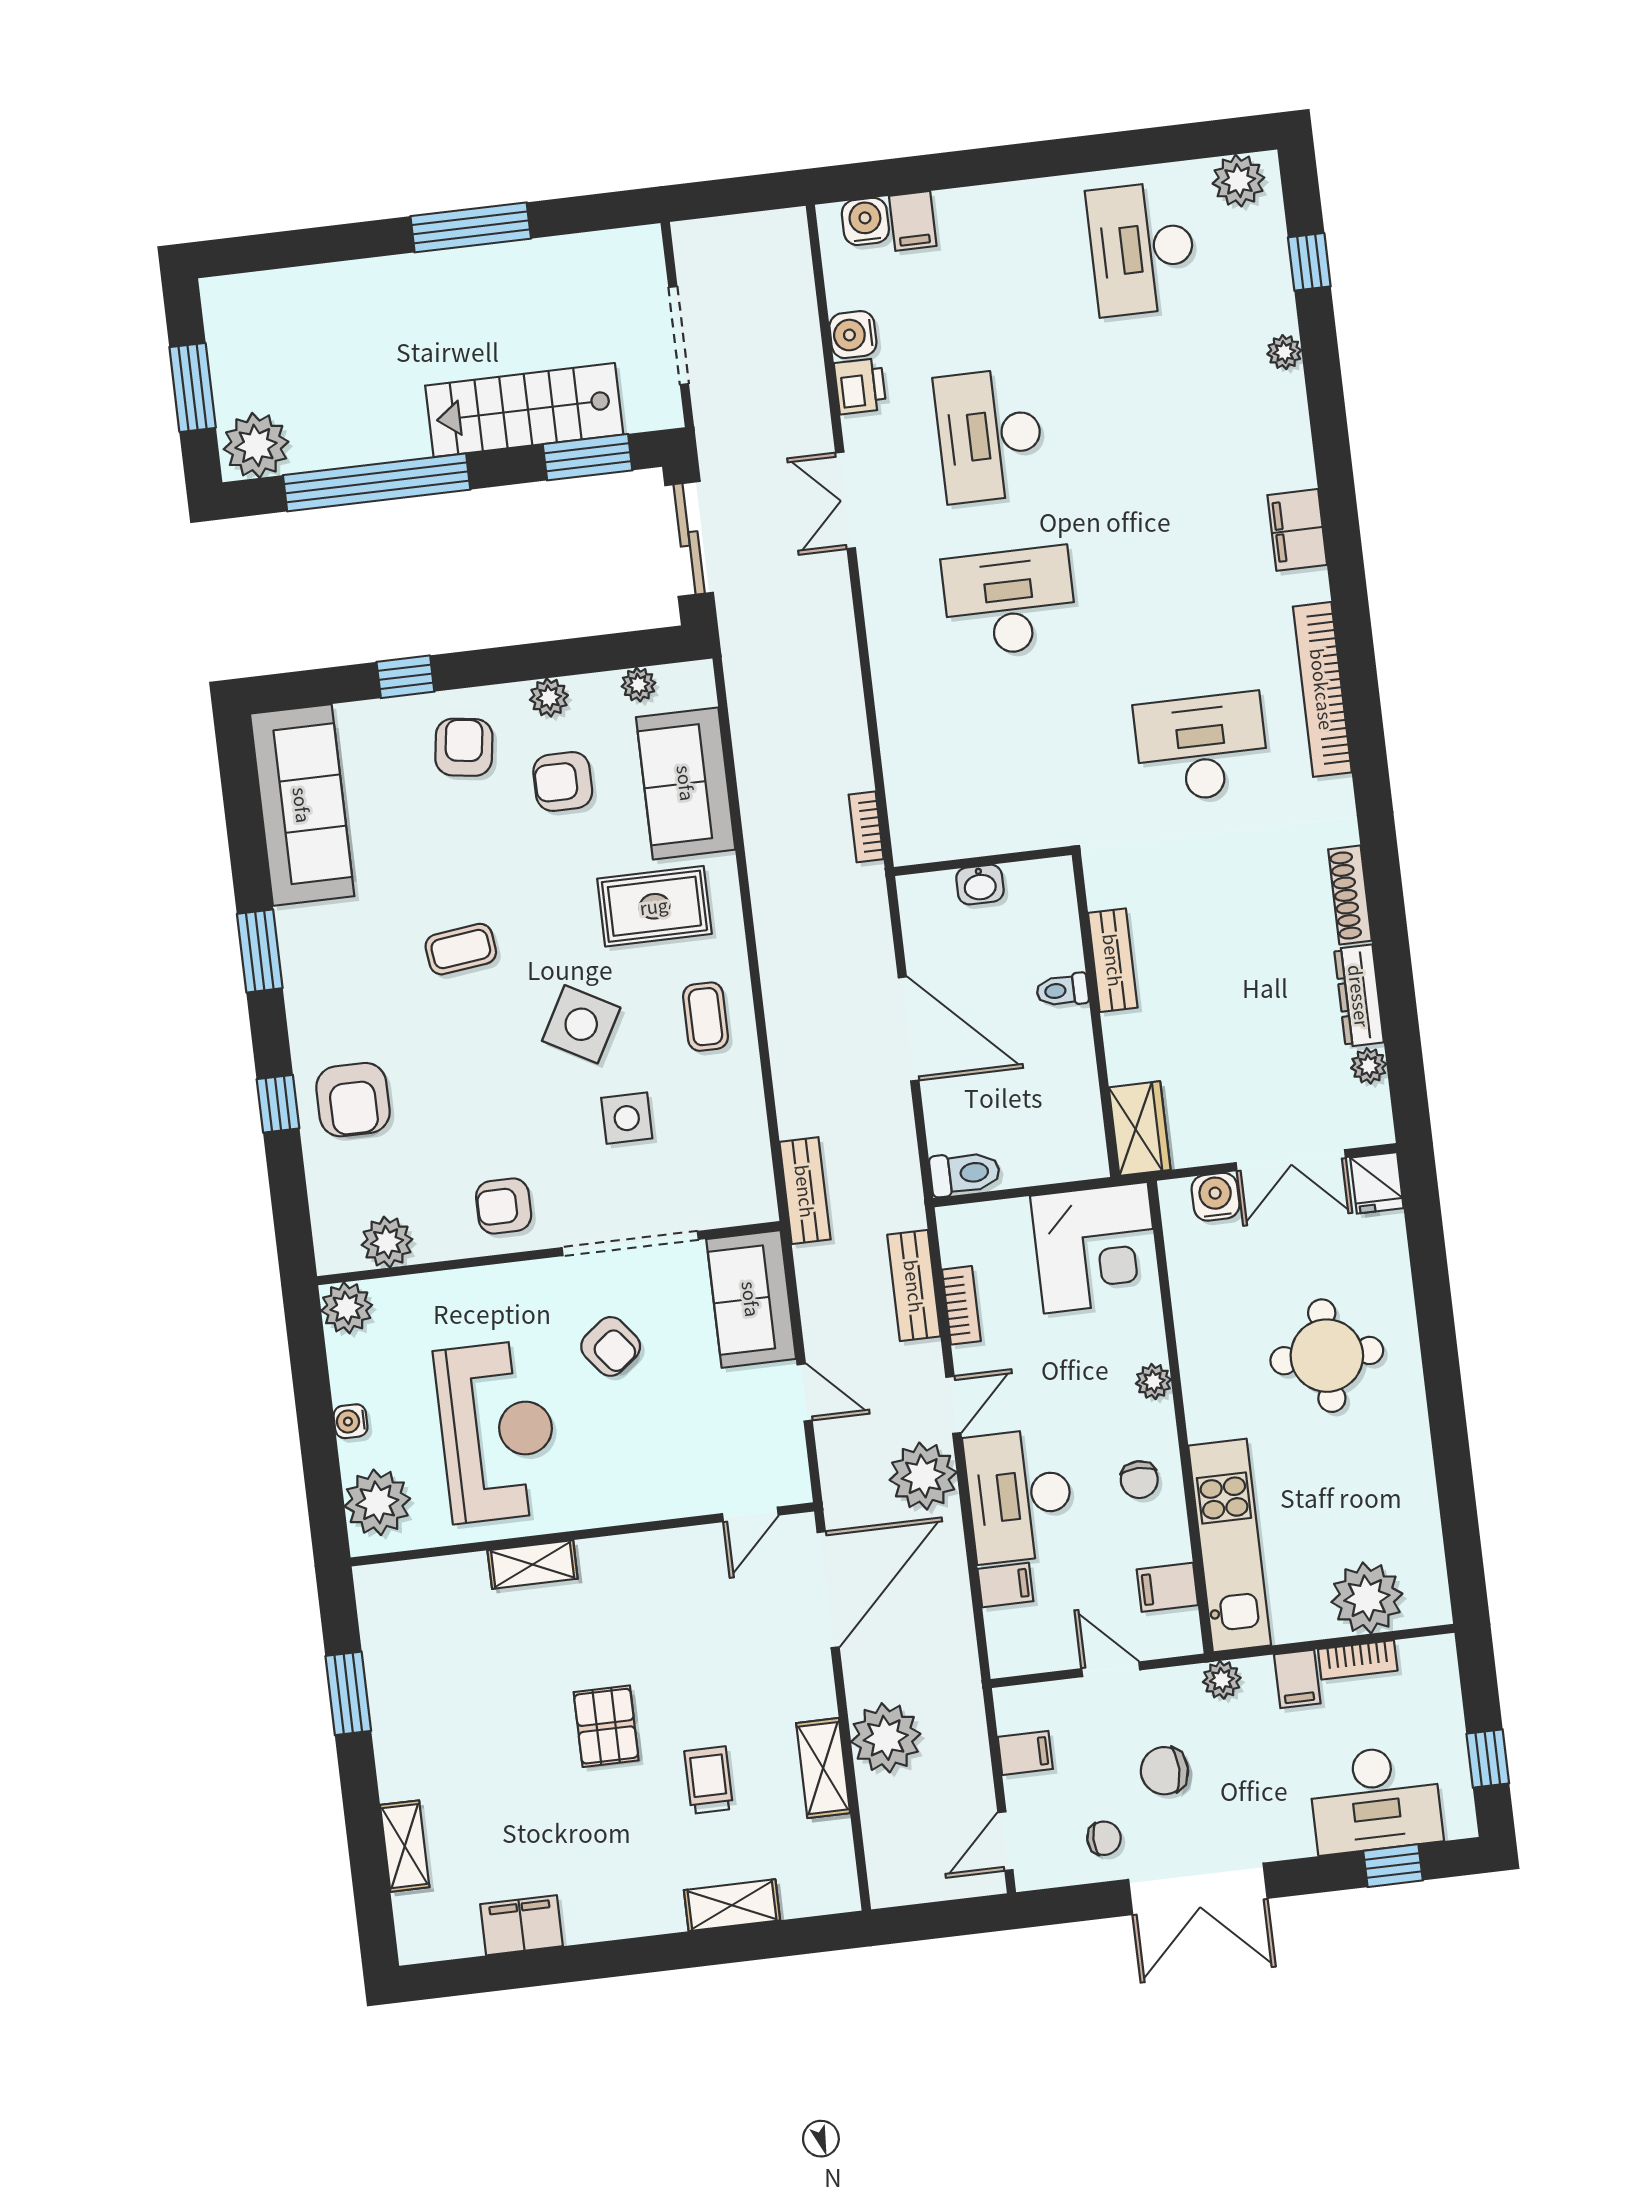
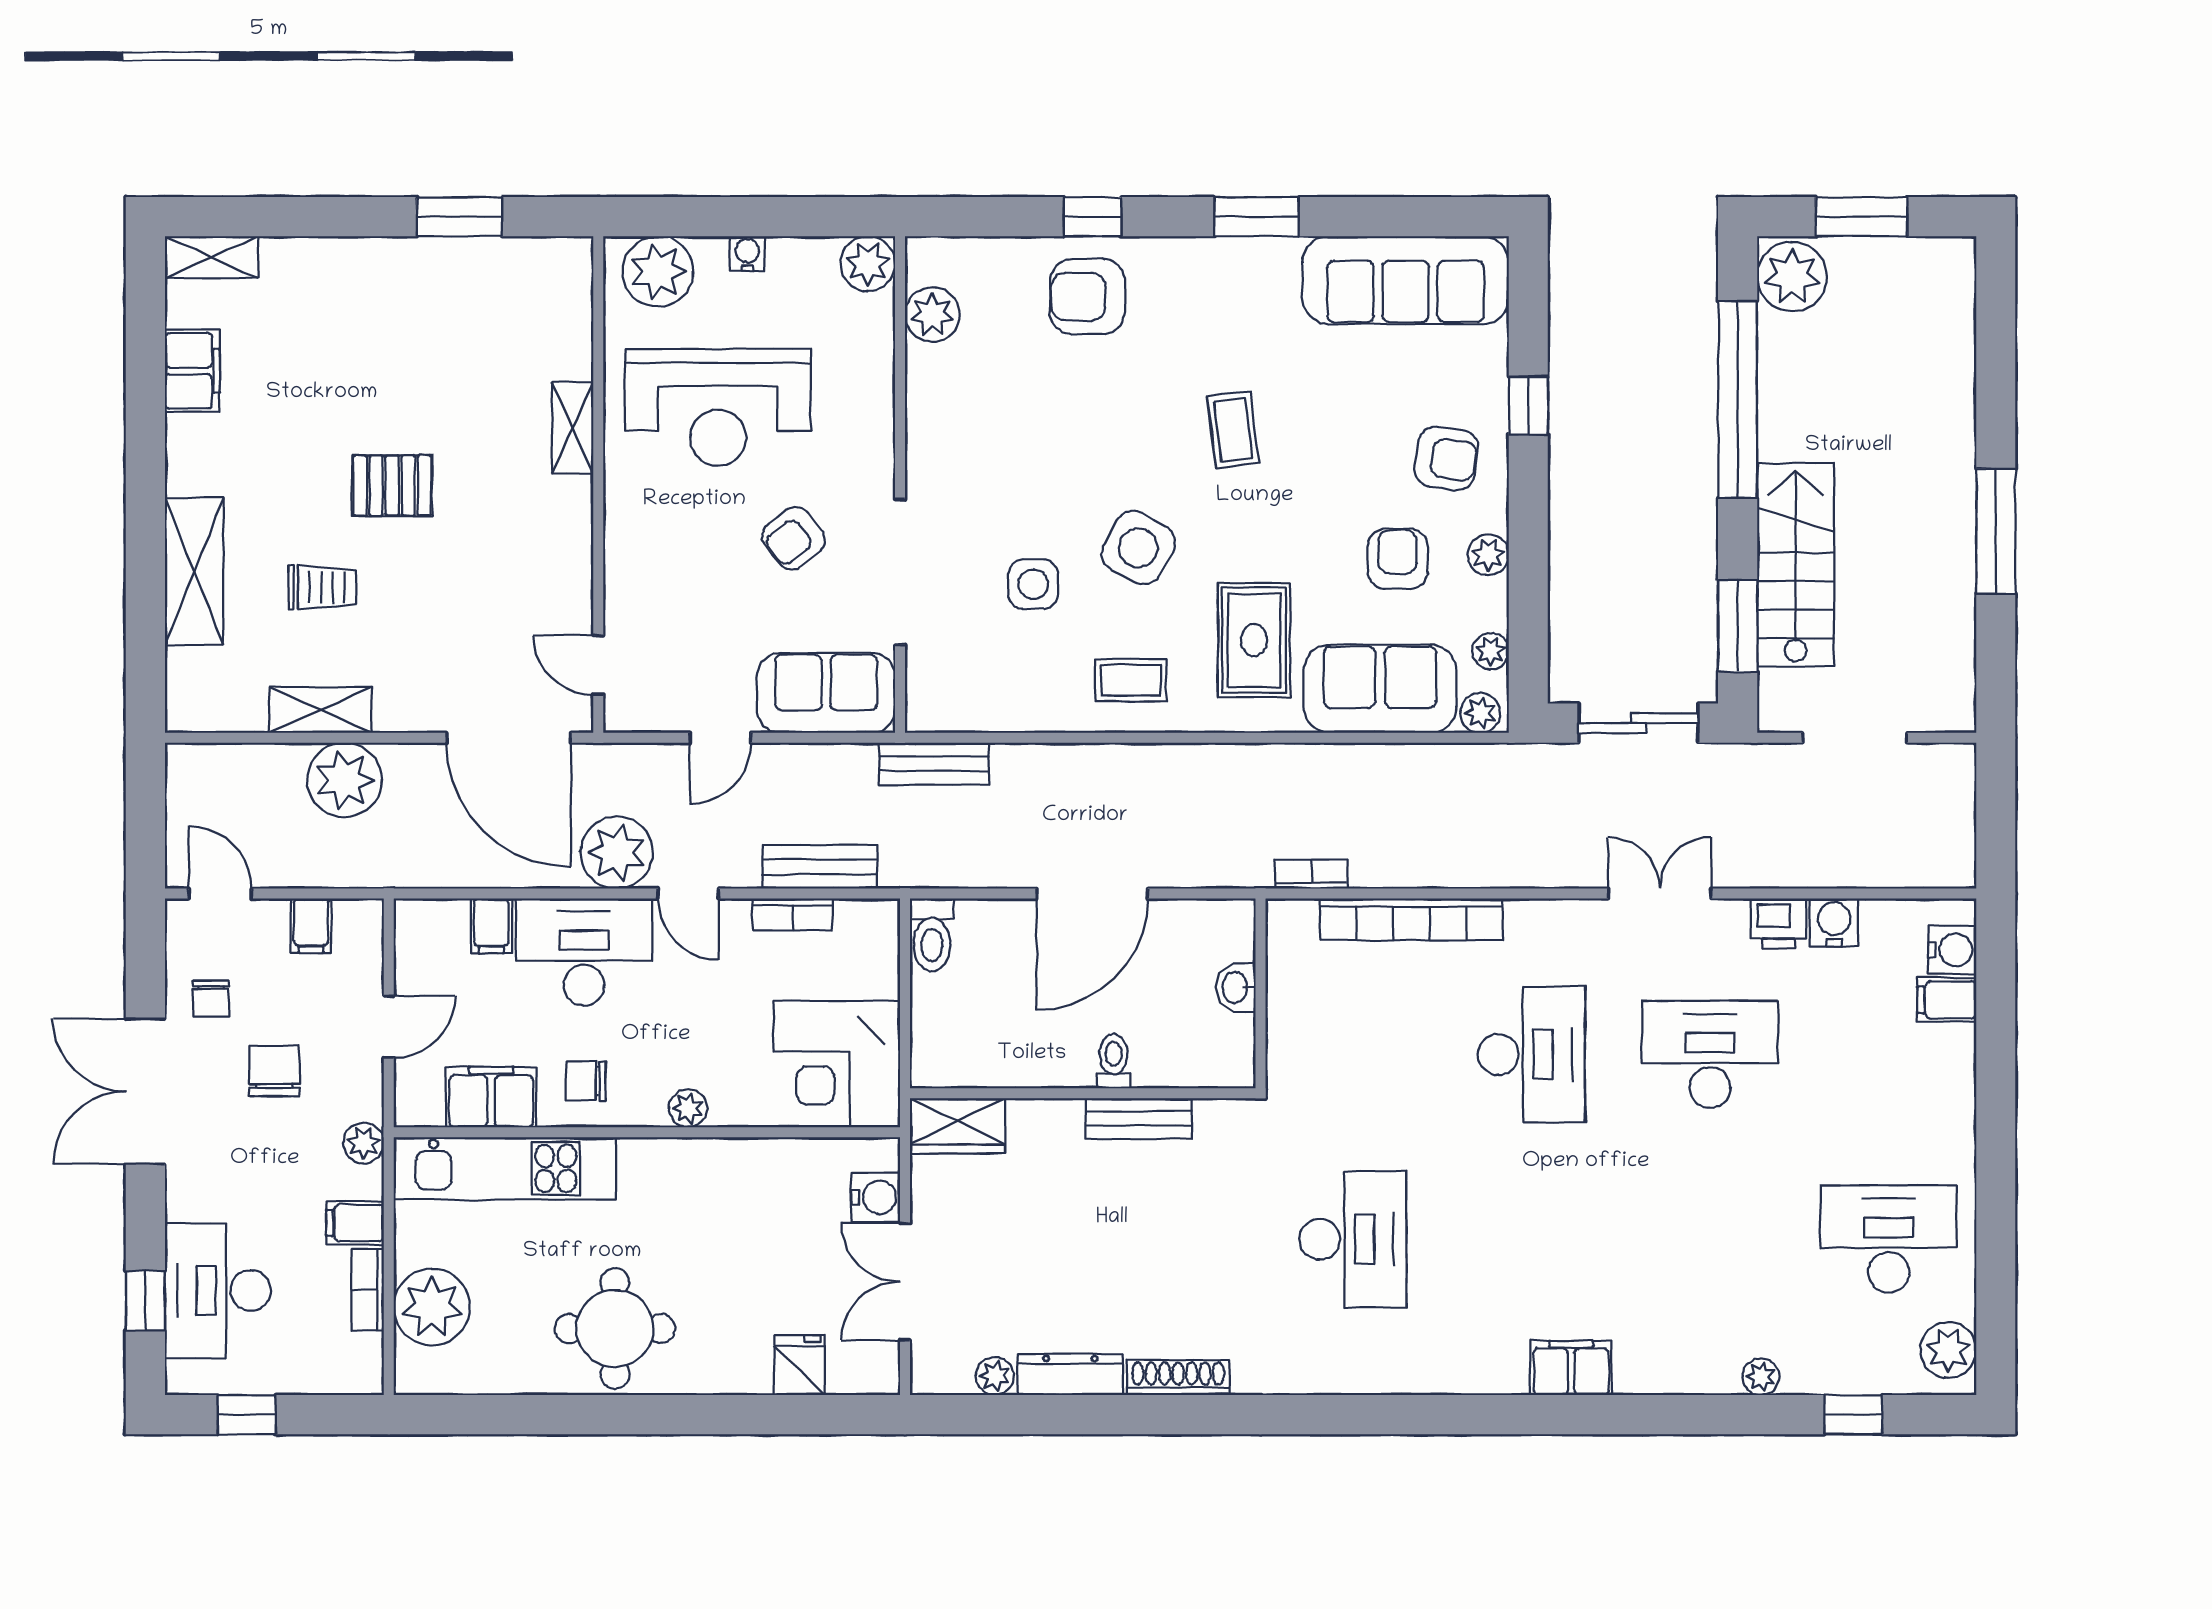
plant: (697, 687) -> (1480, 713), added
bookcase: (1322, 689) -> (1411, 919), moved, turned 180
fridge: (1377, 1183) -> (800, 1365), moved, turned 90
armchair: (504, 1206) -> (956, 443), removed
round table: (1327, 1356) -> (615, 1329), moved
filing cabinet: (1167, 1587) -> (491, 1097), width x2.00
shelving: (405, 1846) -> (211, 257), moved
shelving: (732, 1905) -> (194, 572), width x1.50, depth x1.33

